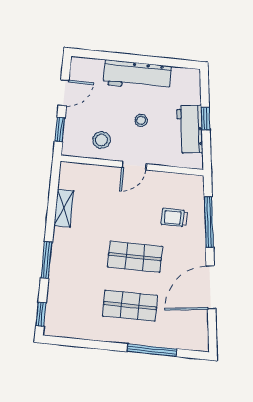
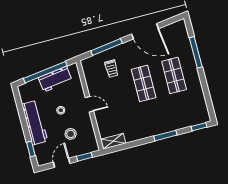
window: (101, 55) -> (31, 149), added
door: (64, 93) -> (62, 163), hinge flipped
window: (206, 119) -> (45, 72), width x3.17
stool: (101, 140) -> (71, 134), moved
shelving: (64, 208) -> (113, 141), moved

